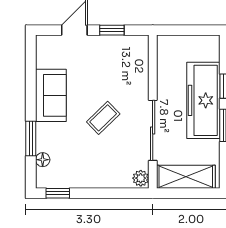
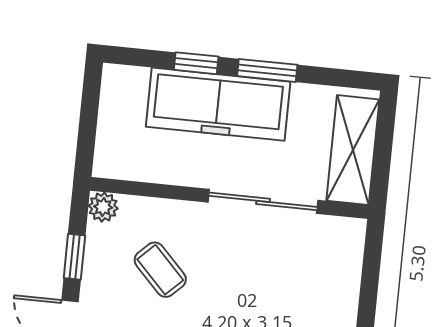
coffee table: (103, 118) -> (160, 270), moved
plant: (141, 178) -> (103, 207), moved

